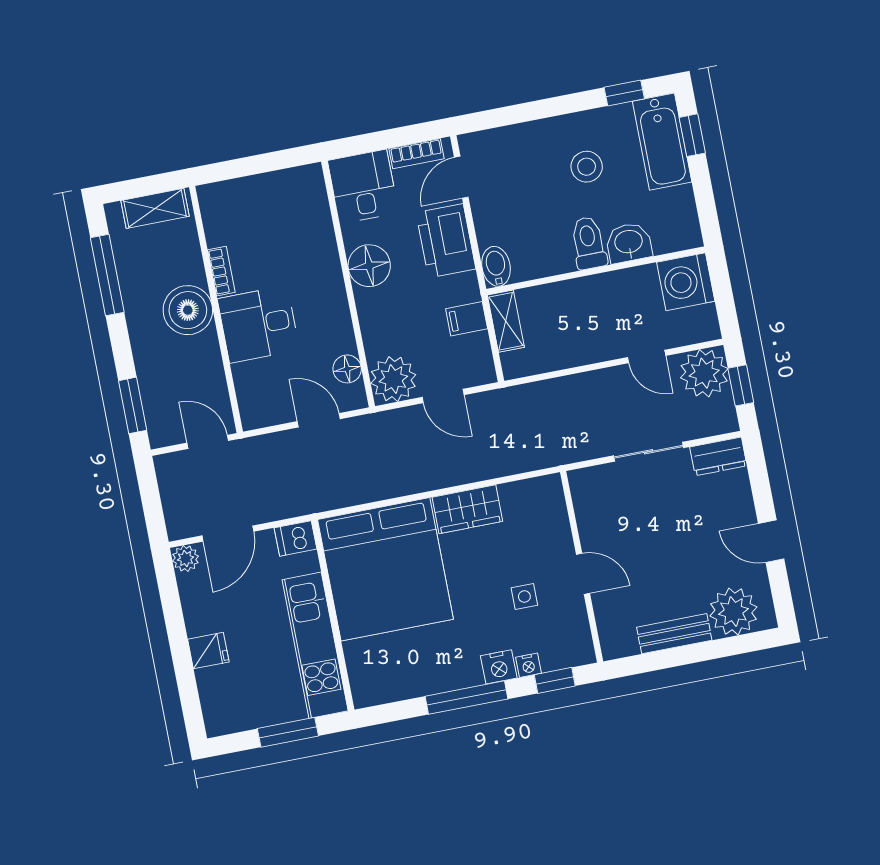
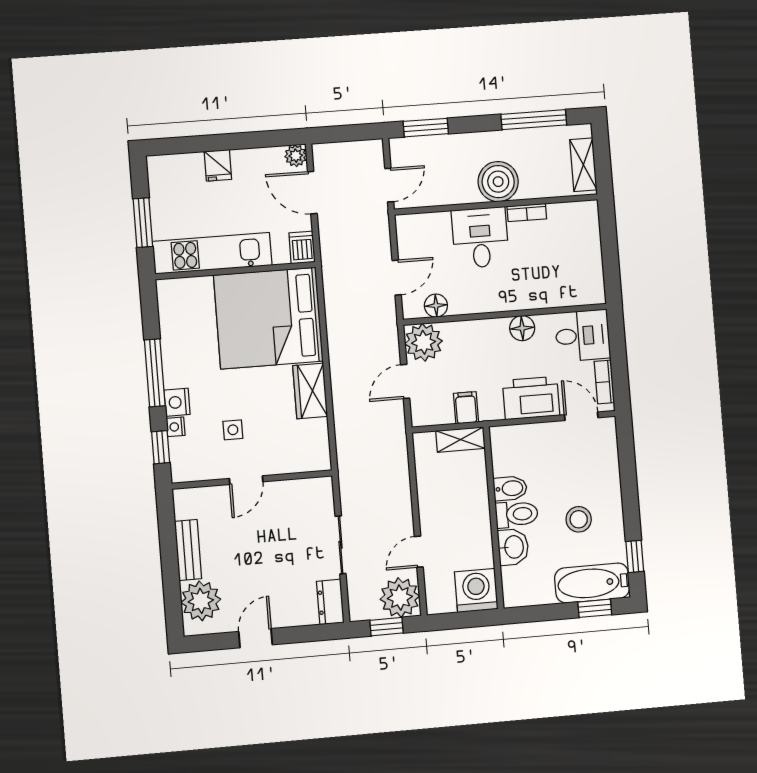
floor lamp: (369, 266) -> (522, 328), width x0.73, depth x0.73
bidet: (496, 266) -> (510, 488), moved

